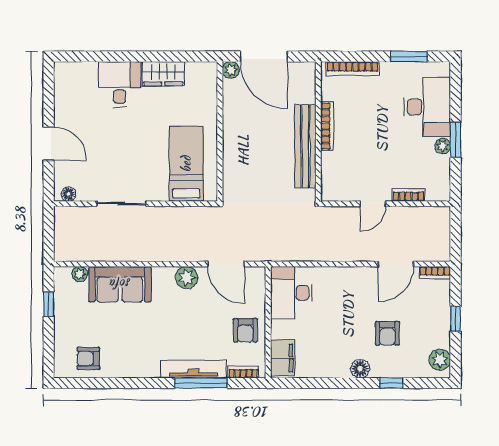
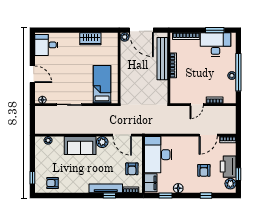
desk: (120, 84) -> (46, 45), moved, turned -90
desk: (427, 107) -> (216, 44), moved, turned -90
window: (456, 140) -> (238, 72), width x2.11
bench: (305, 146) -> (162, 59), moved
sofa: (120, 284) -> (80, 145), moved
desk: (291, 293) -> (158, 155), width x1.36, depth x1.30
window: (49, 304) -> (32, 178), moved
window: (456, 319) -> (238, 174), moved
printer: (435, 326) -> (228, 167), added
floor lamp: (360, 369) -> (178, 188), moved
window: (201, 383) -> (109, 196), width x0.46
window: (312, 383) -> (165, 196), added

